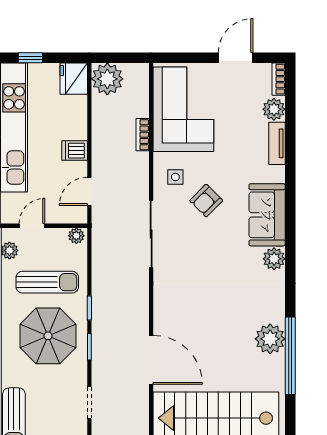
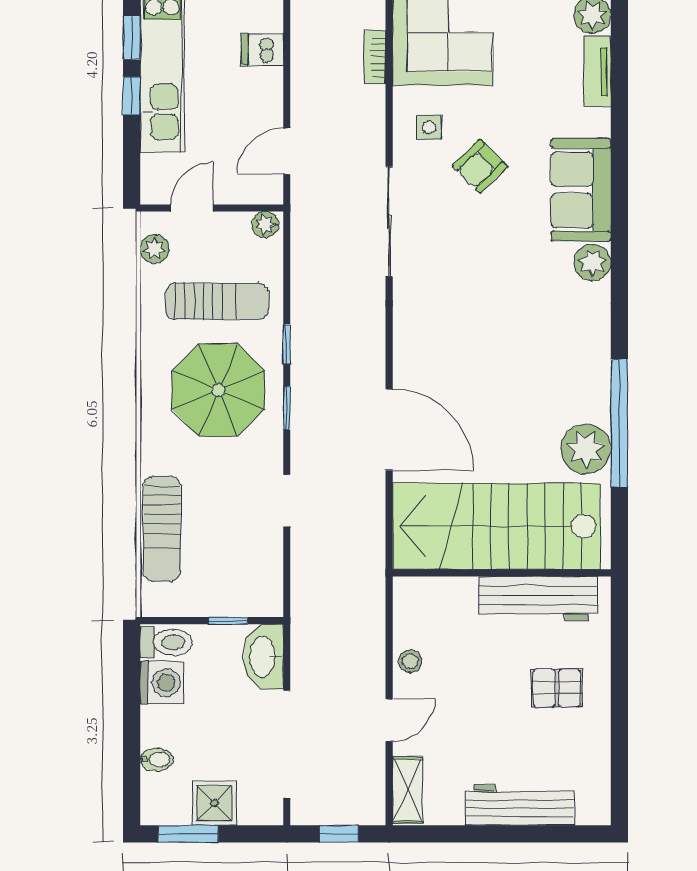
dishwasher: (75, 151) -> (262, 50), moved
plant: (270, 339) -> (586, 449), moved

